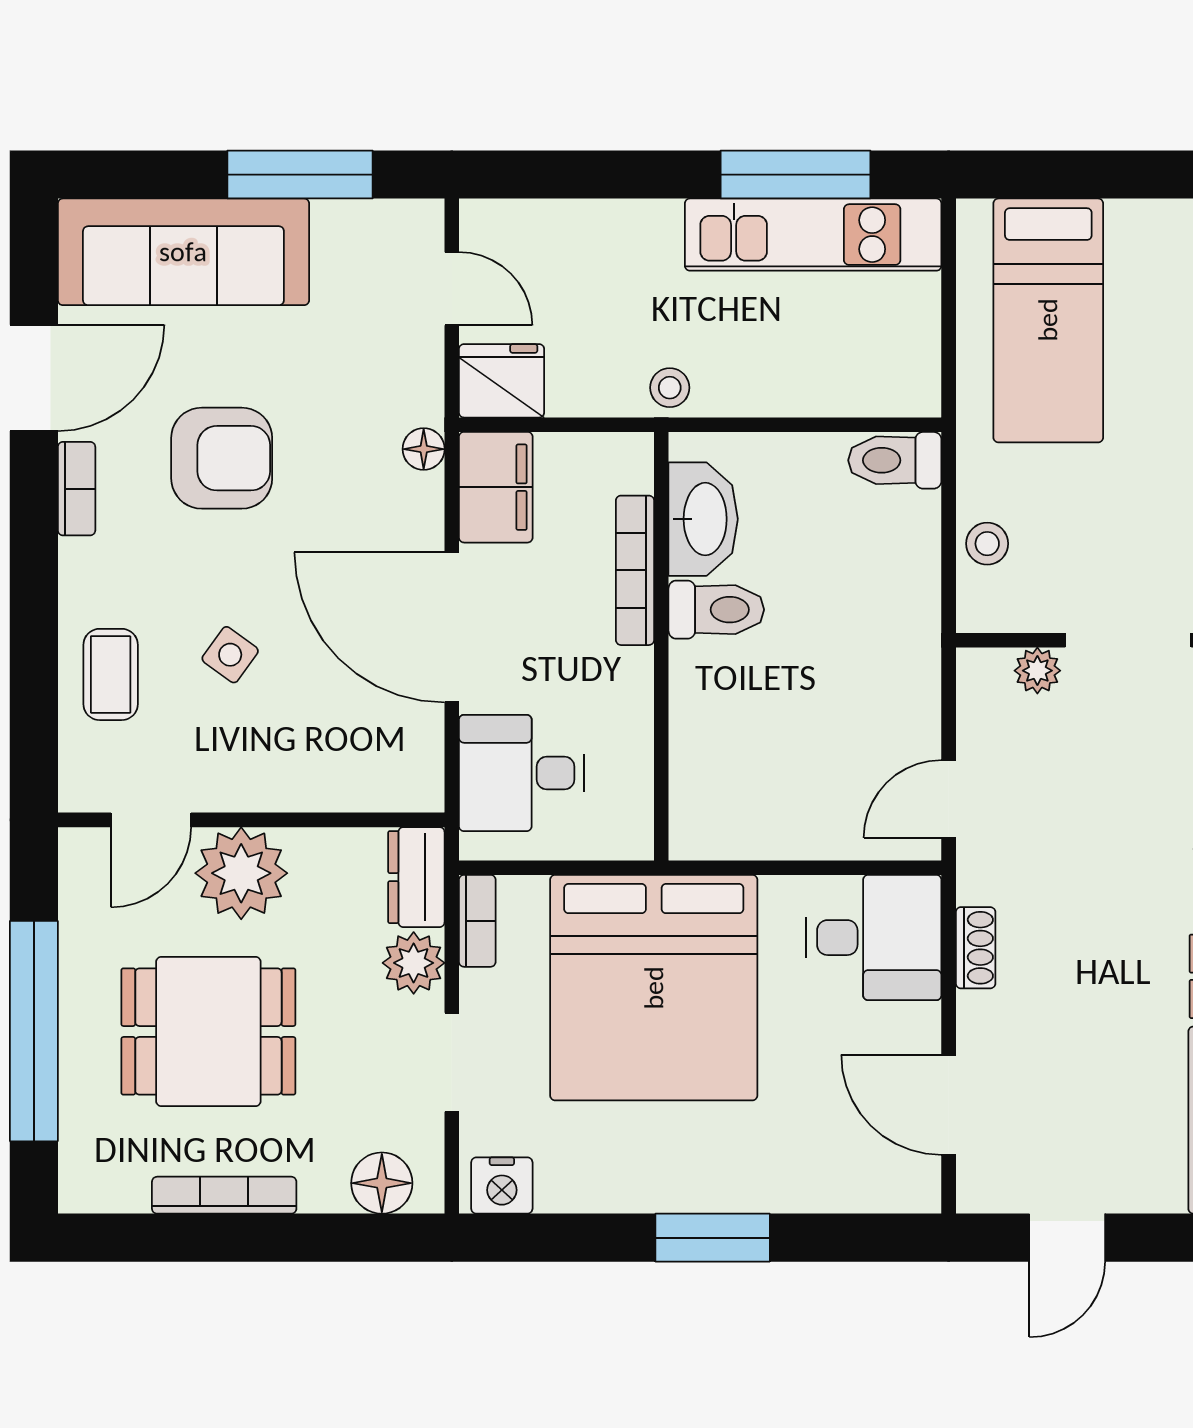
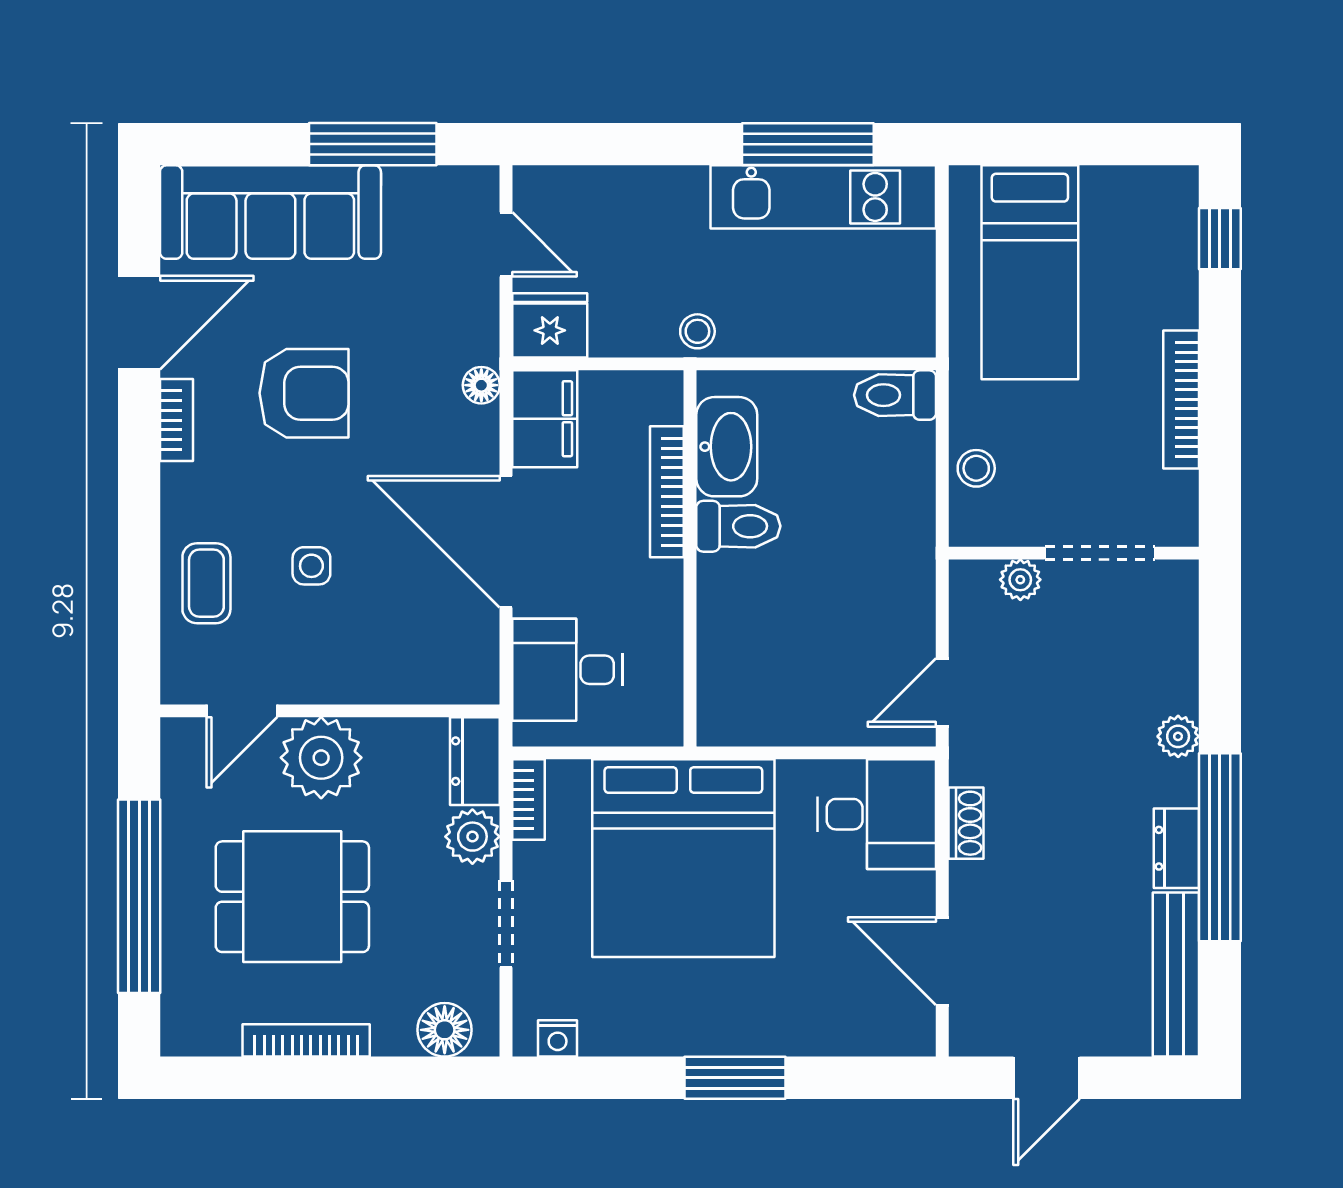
side table: (230, 655) -> (311, 566), turned -36
nightstand: (502, 1186) -> (558, 1038), width x0.72, depth x0.74

